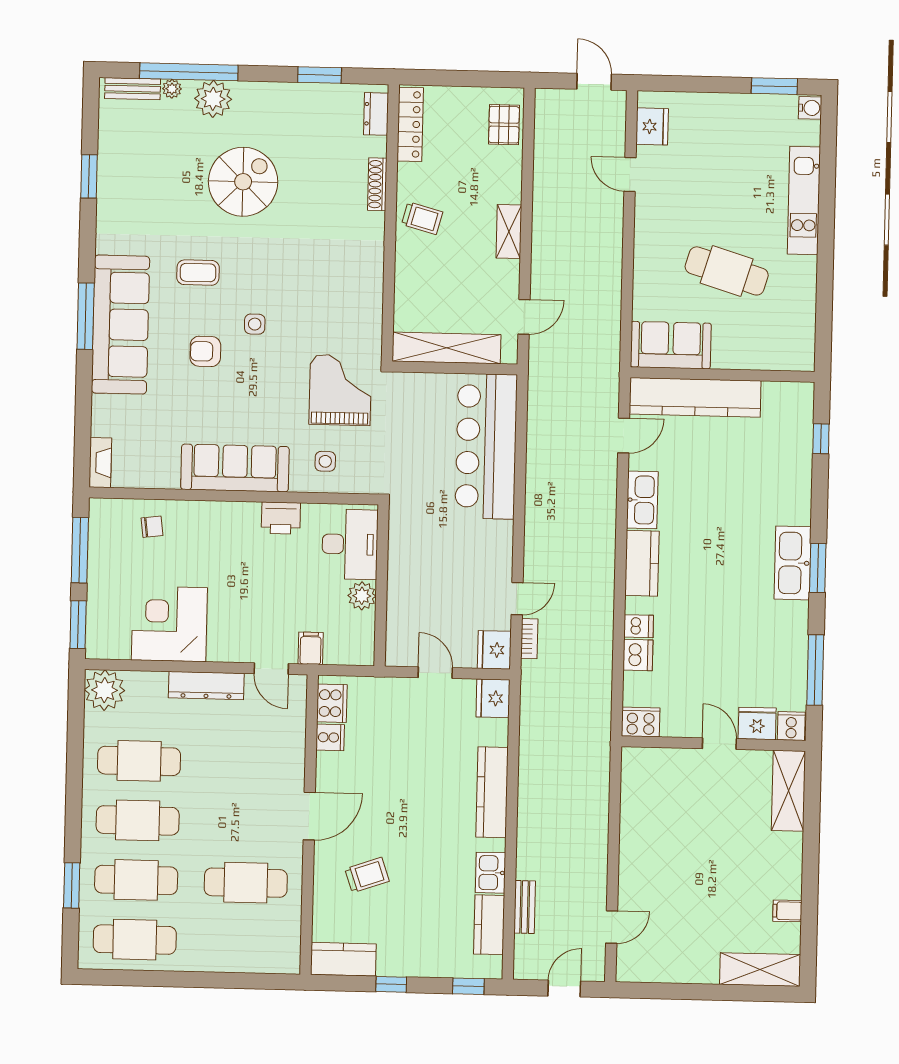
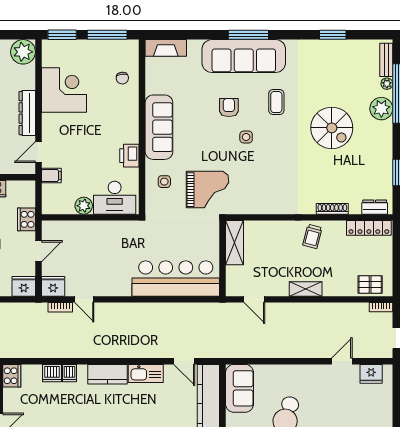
bookcase: (542, 107) -> (381, 307), added
shelving: (446, 348) -> (235, 243), width x0.68
fireplace: (100, 463) -> (166, 48), width x1.37, depth x1.32
cooker: (332, 703) -> (26, 219), moved, turned 90

